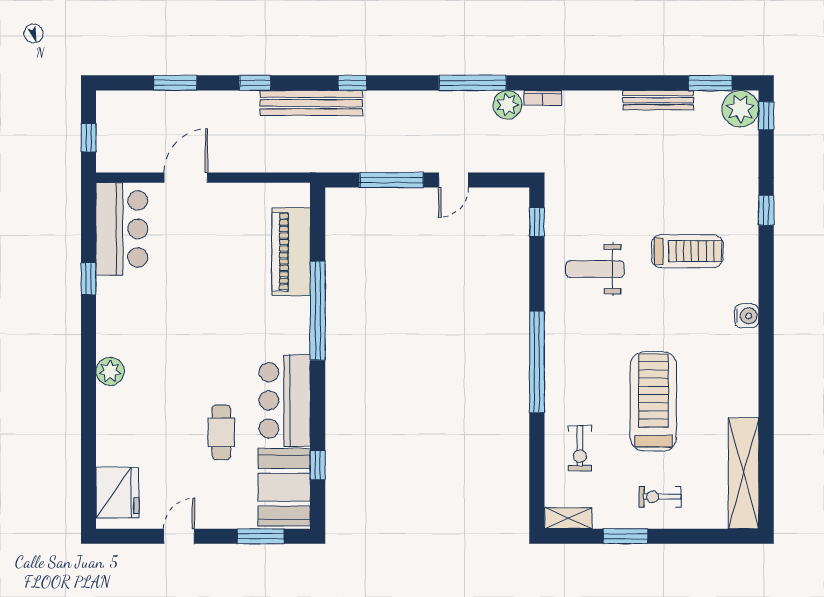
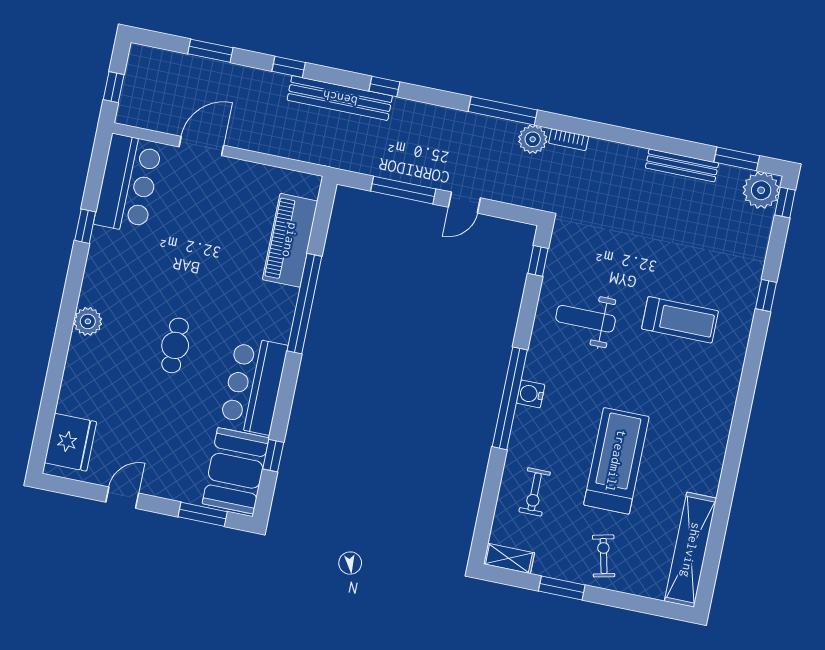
water cooler: (747, 316) -> (531, 394), moved, turned 180
cafe table: (221, 432) -> (175, 345), moved
exercise bike: (660, 497) -> (604, 556), turned 77

